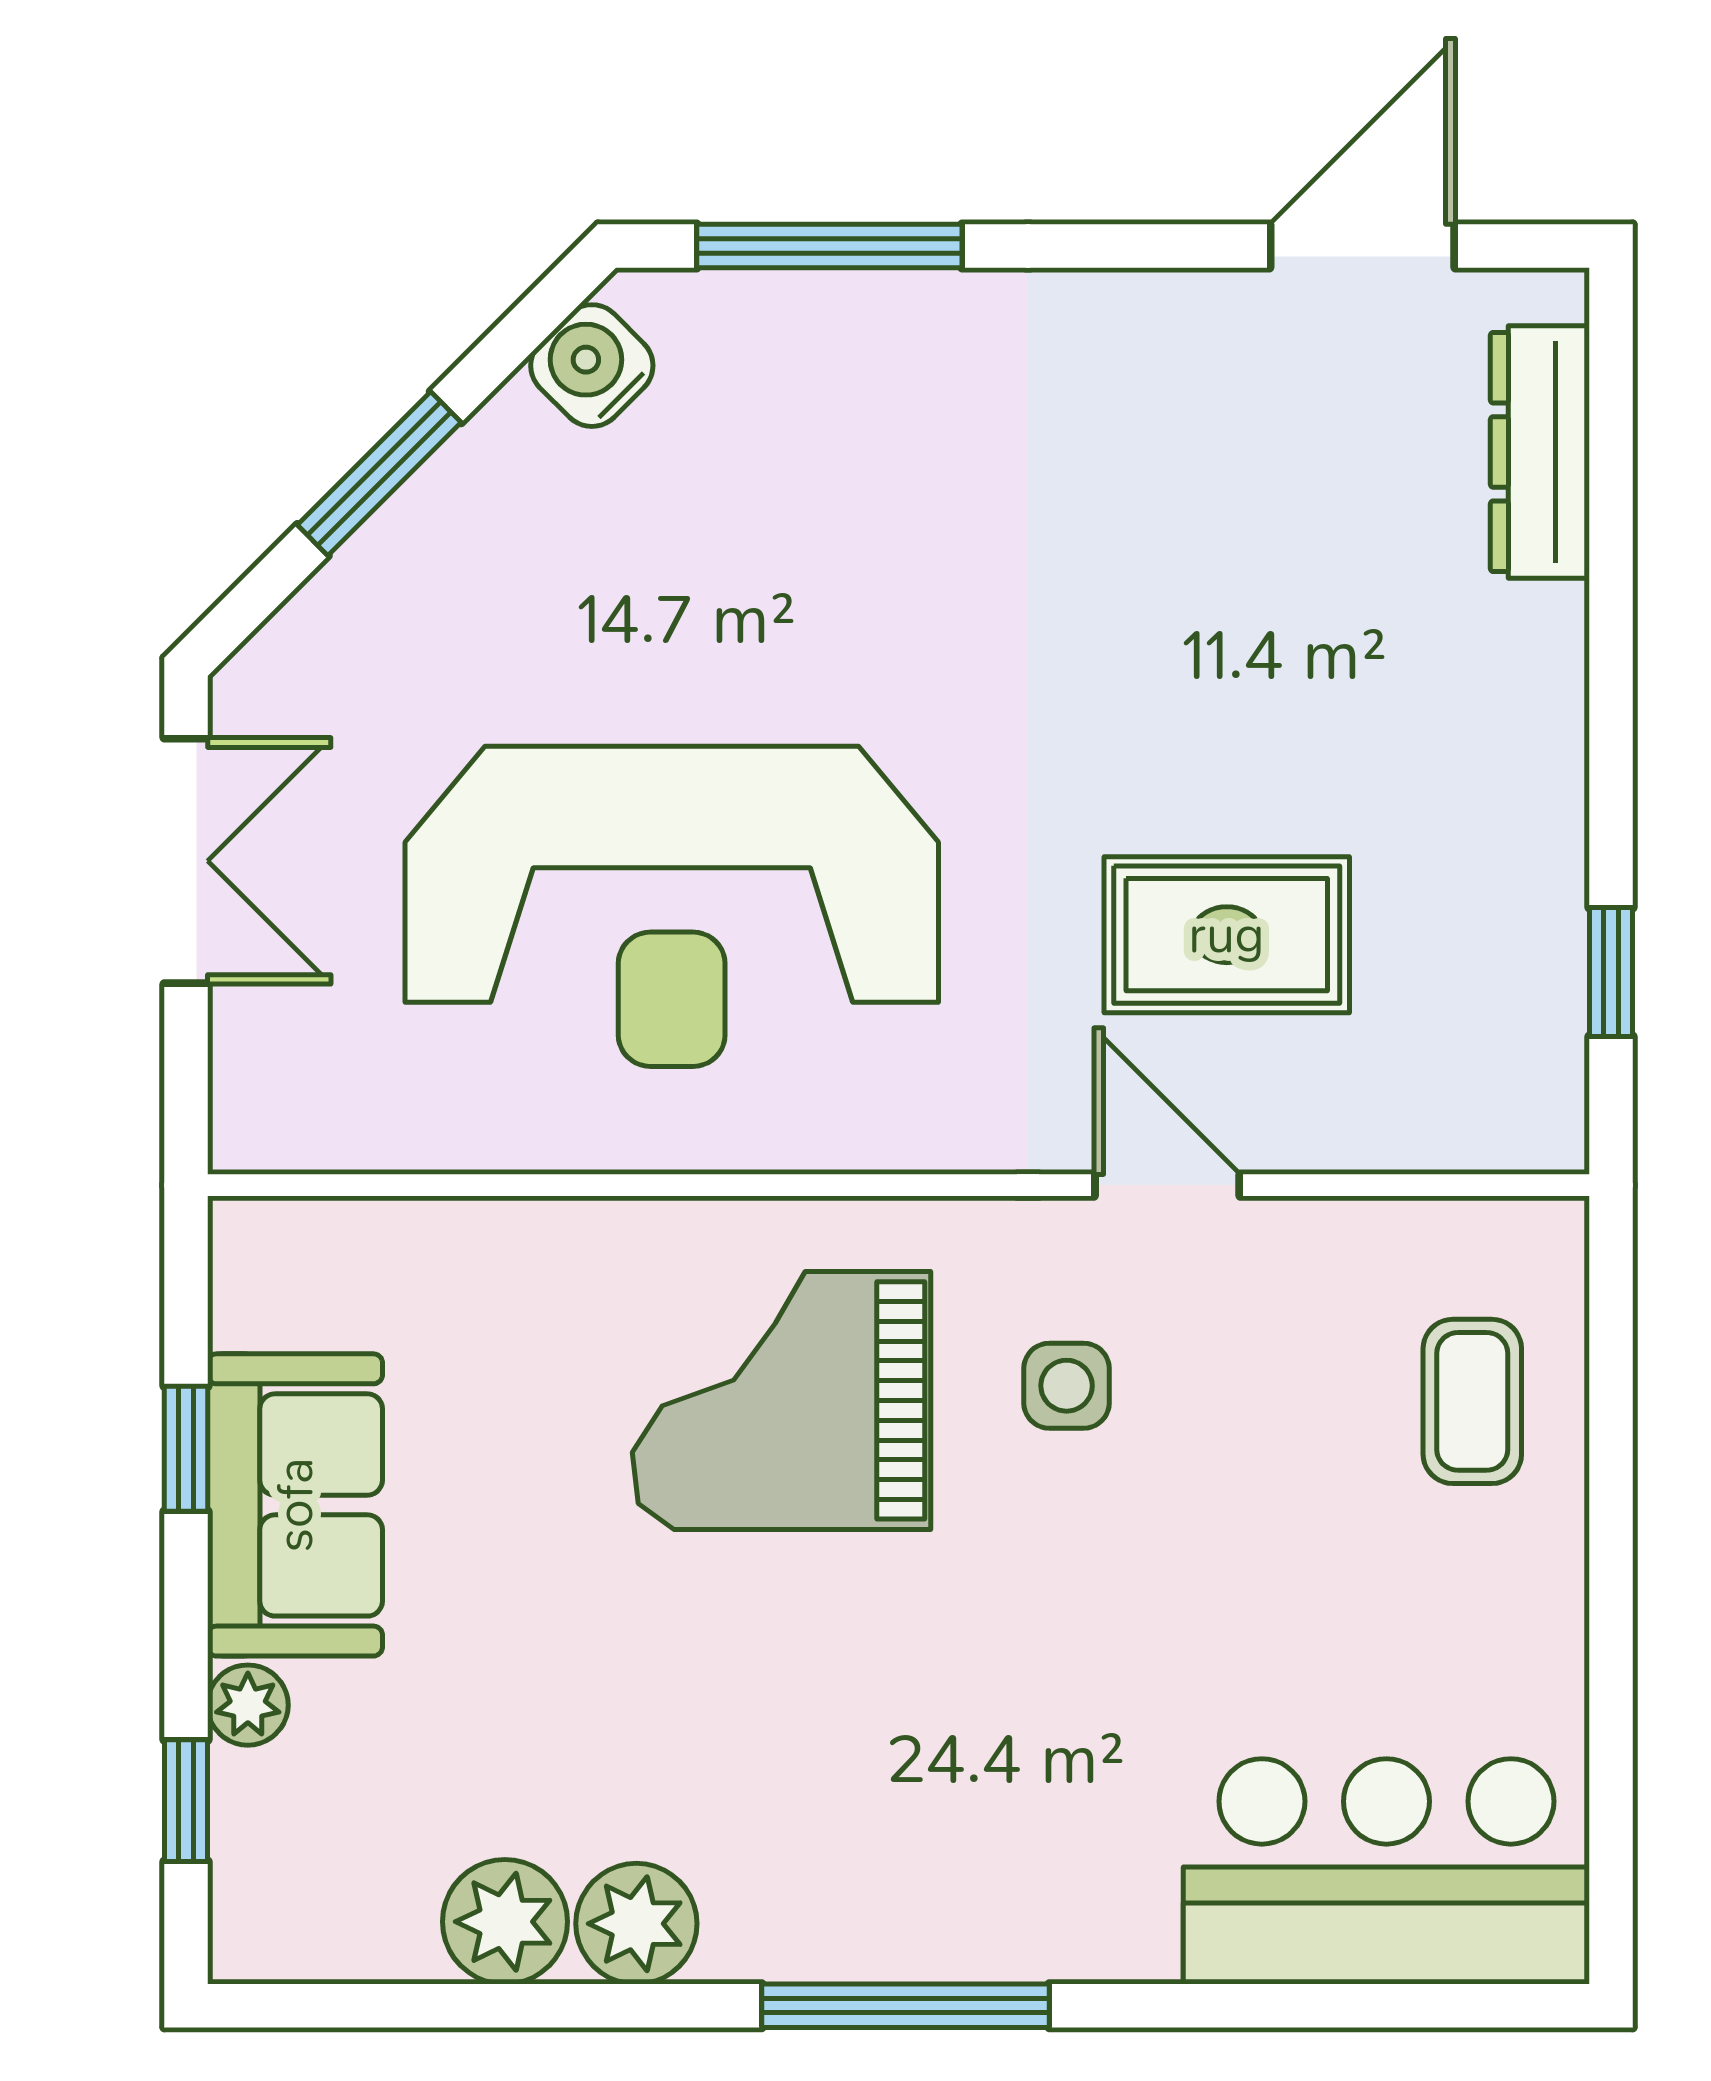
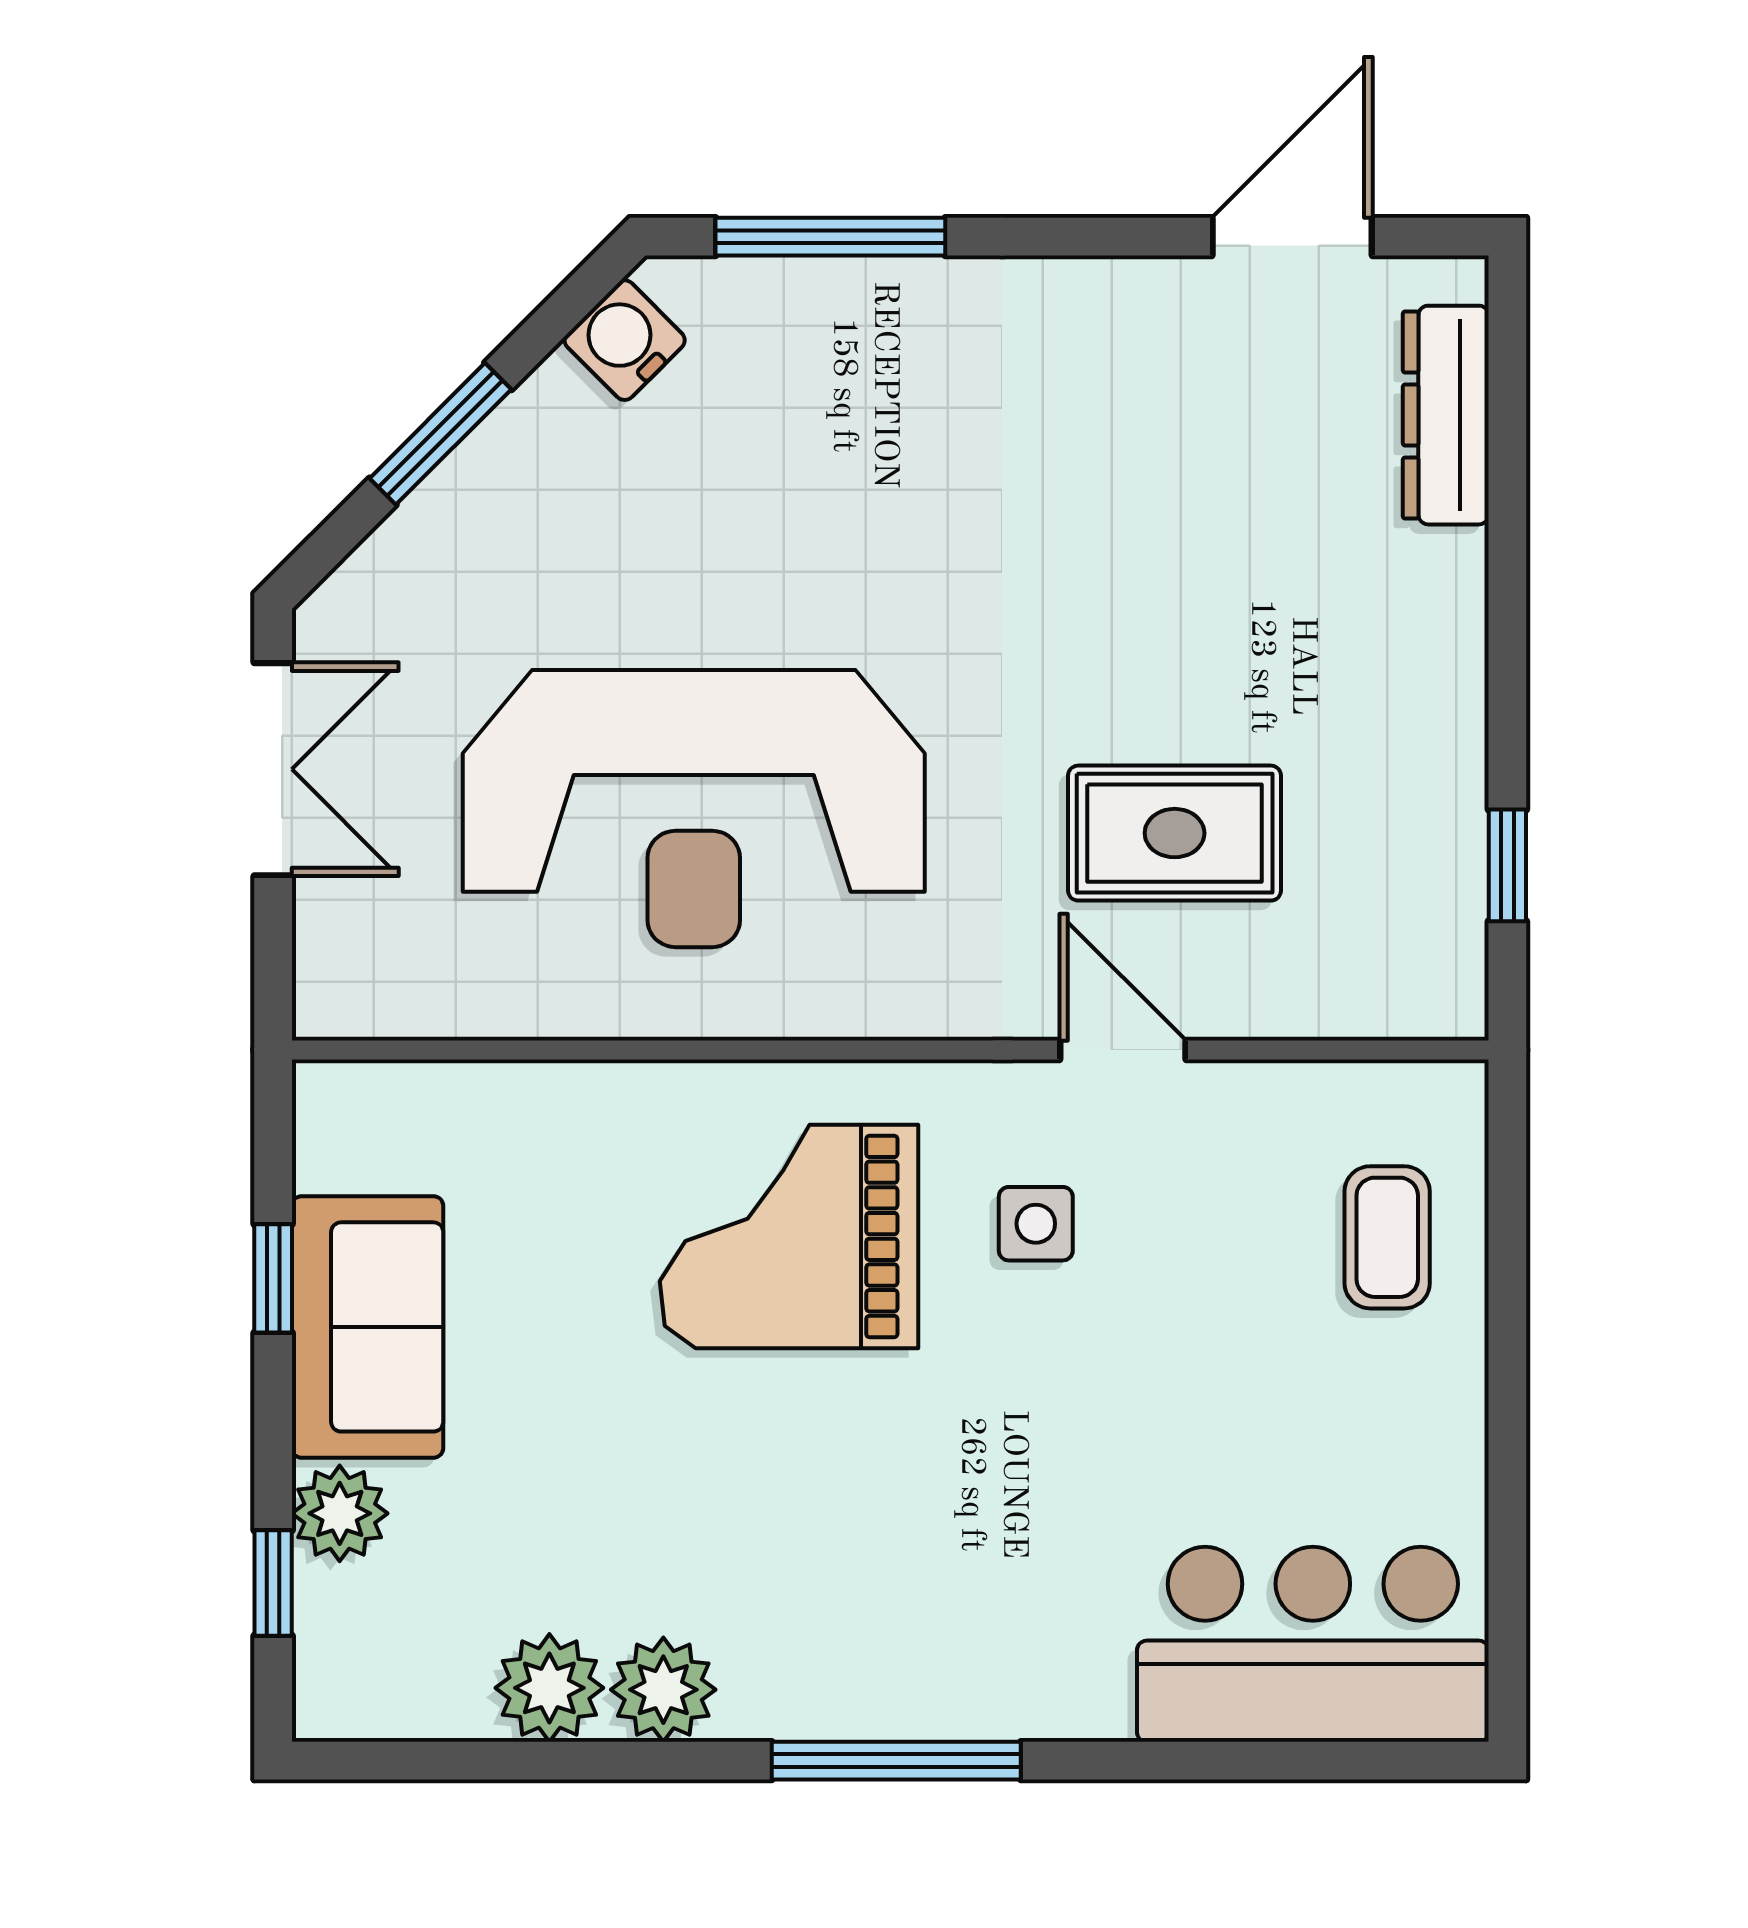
plant: (248, 1705) -> (340, 1513), width x1.38, depth x1.38

